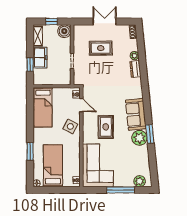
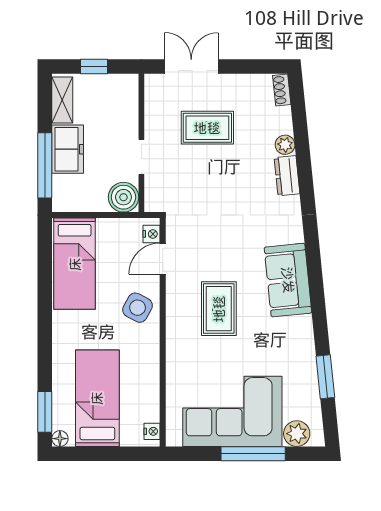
double door: (105, 22) -> (191, 66), moved
boiler: (64, 31) -> (123, 197), moved
window: (30, 65) -> (45, 165), width x2.17
door: (81, 105) -> (163, 259), swing flipped
window: (150, 134) -> (325, 377), moved
plant: (139, 138) -> (296, 334), removed
window: (30, 151) -> (45, 412), moved
corner sofa: (98, 165) -> (232, 411), moved, turned -90

